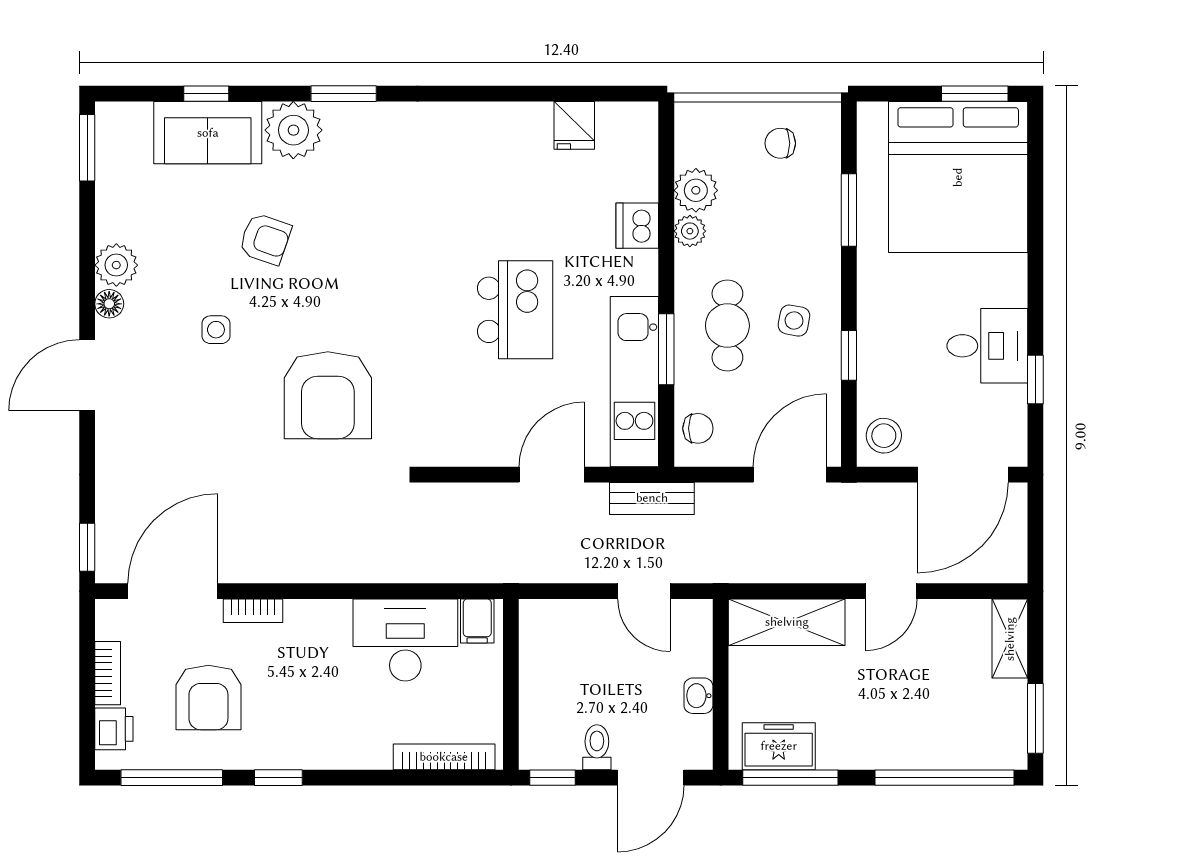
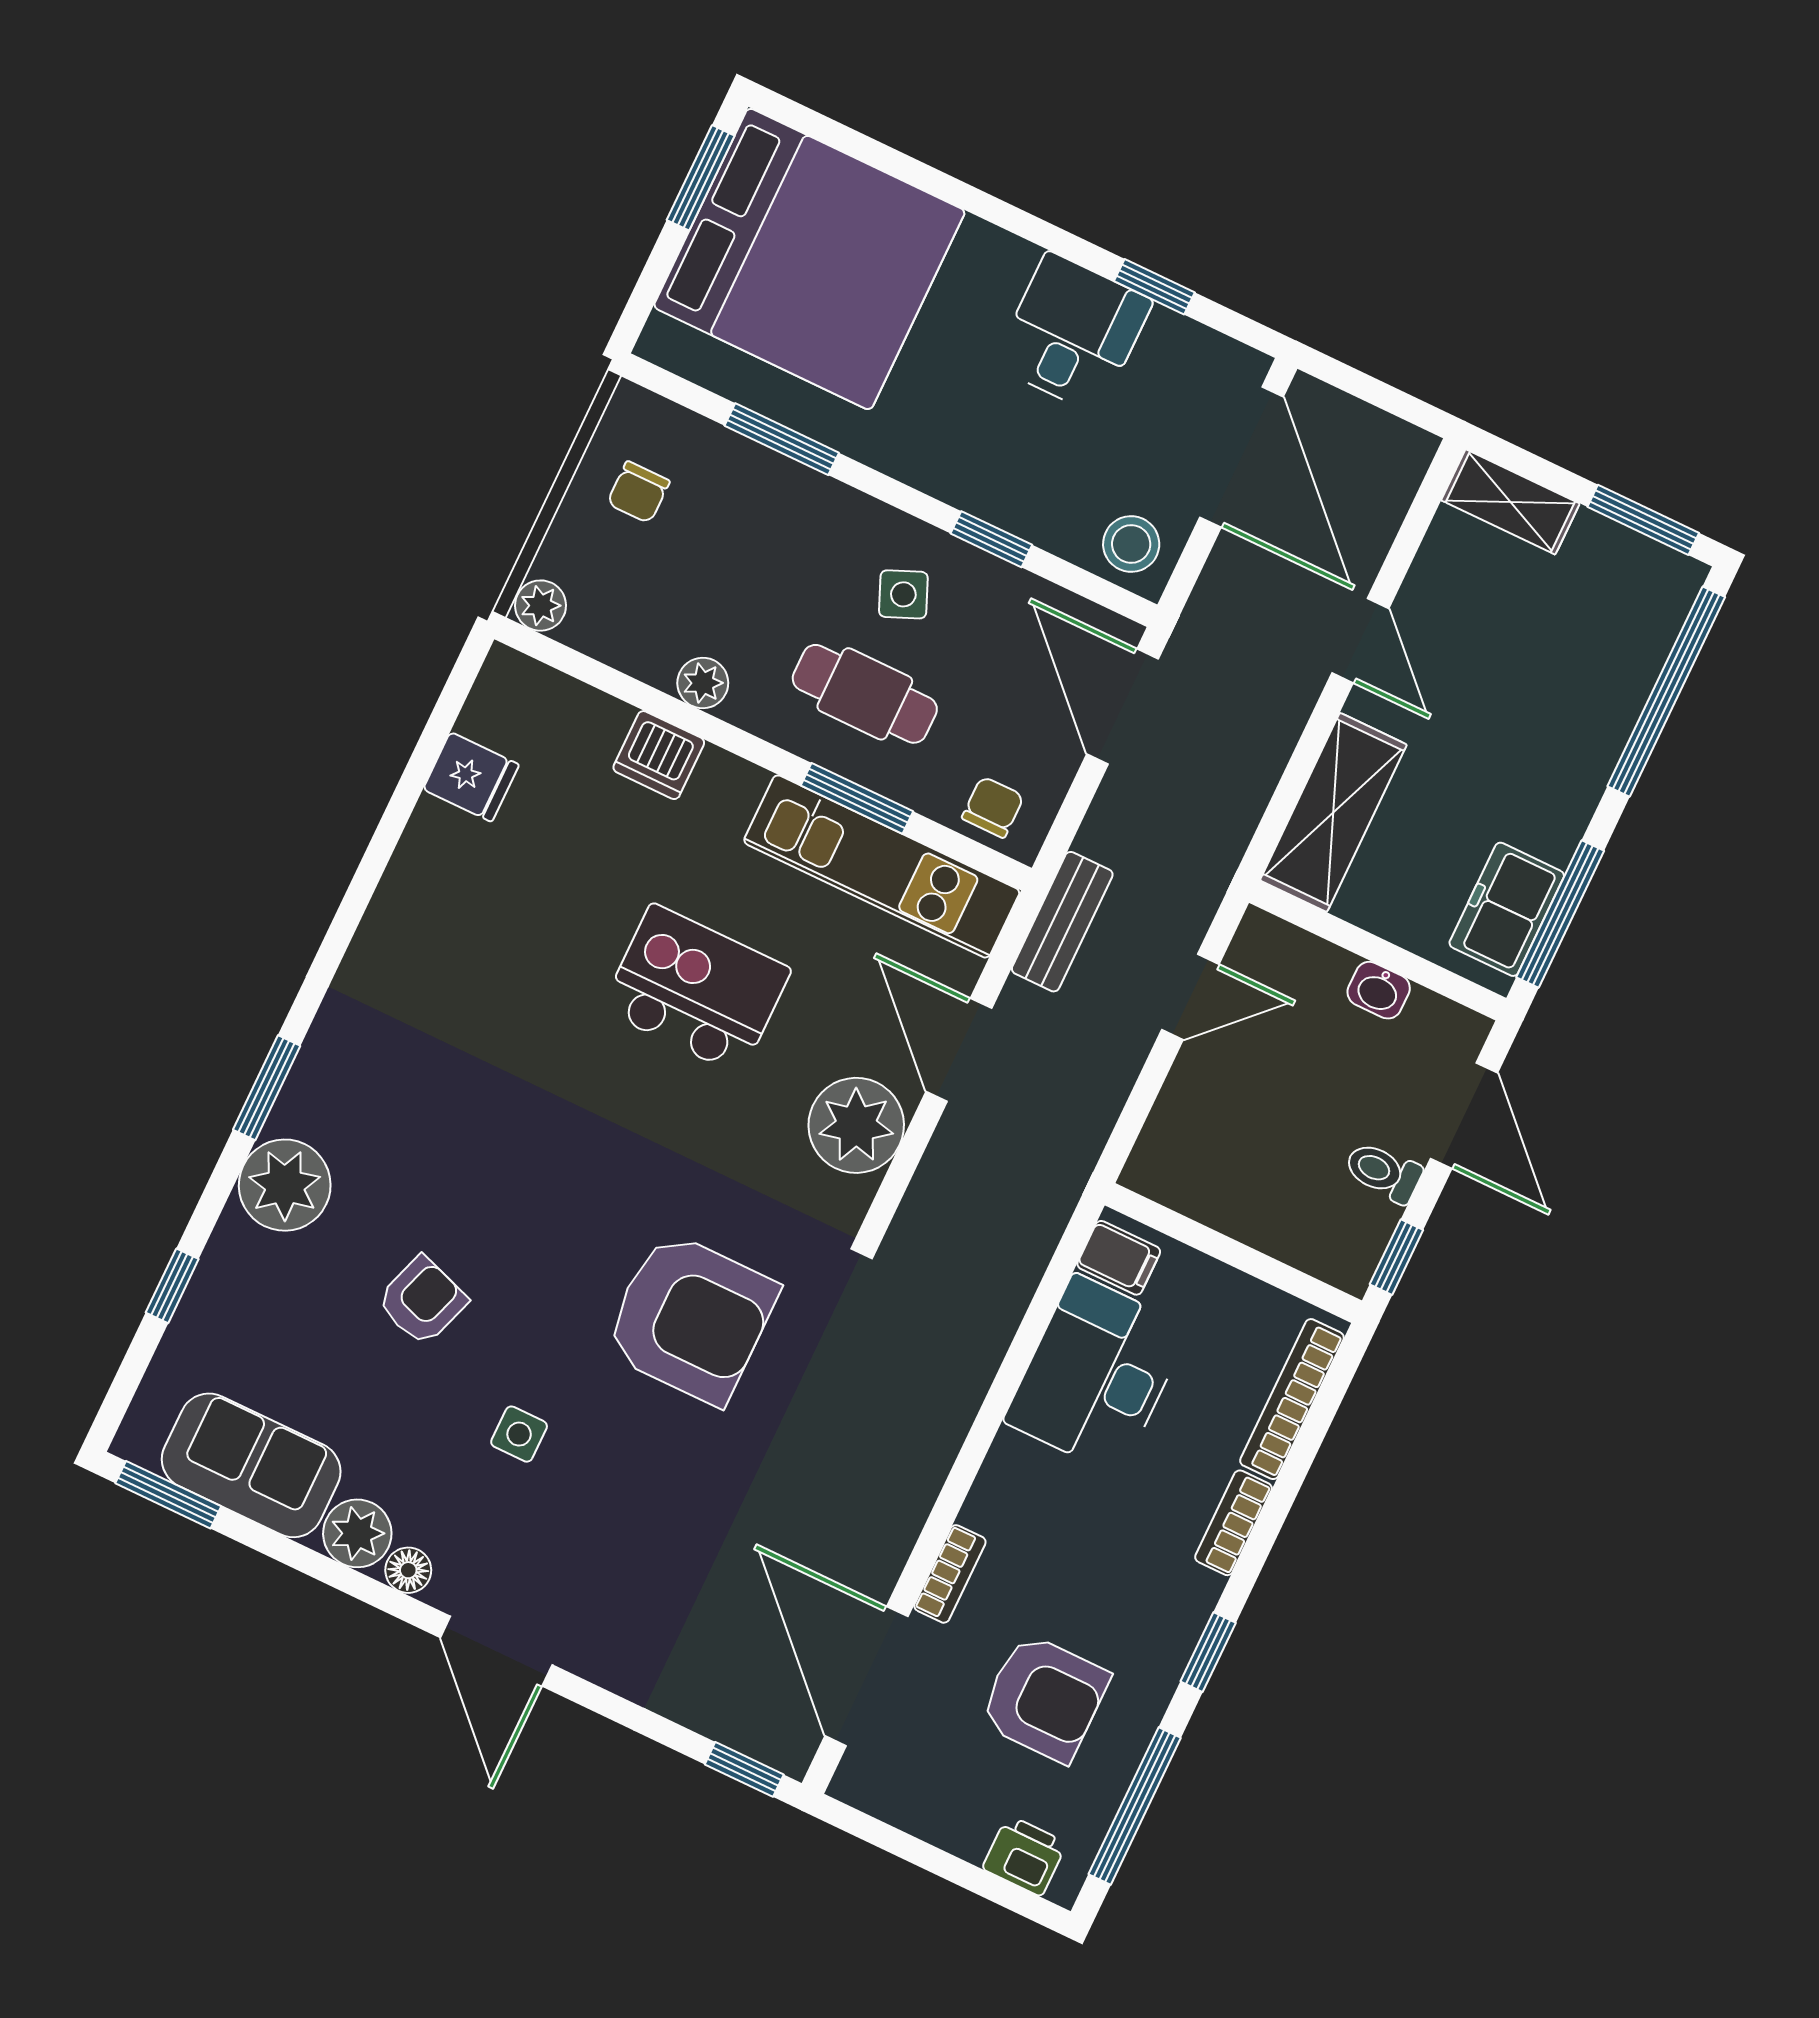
sofa: (208, 133) -> (251, 1465), moved, turned -90
plant: (696, 190) -> (541, 606), moved, width x0.73, depth x0.73
side table: (794, 321) -> (903, 594), turned -34
plant: (481, 437) -> (856, 1125), added
bookcase: (108, 673) -> (1234, 1523), moved, turned -90

